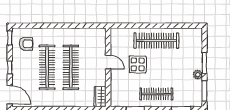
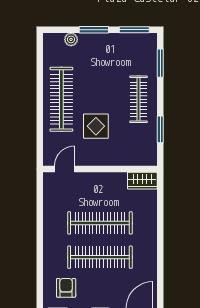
door: (108, 62) -> (65, 169), moved
plant: (198, 75) -> (71, 39), moved

